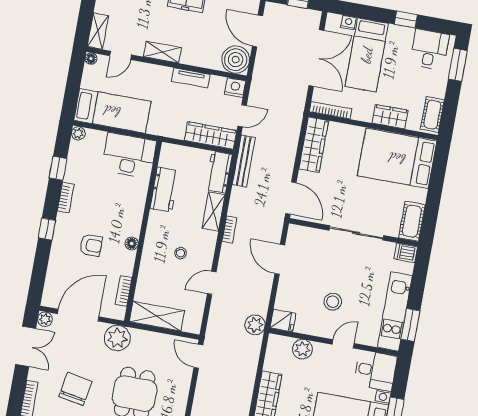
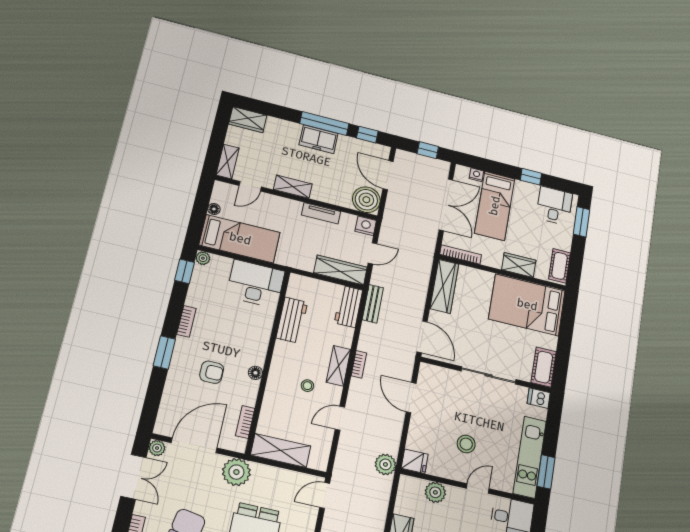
floor lamp: (91, 59) -> (214, 209), moved
bench: (244, 161) -> (373, 304), width x0.73
window: (58, 168) -> (185, 271), moved
shelving: (213, 212) -> (338, 366), moved
window: (47, 229) -> (164, 353), width x1.50
door: (198, 356) -> (325, 495), hinge flipped

